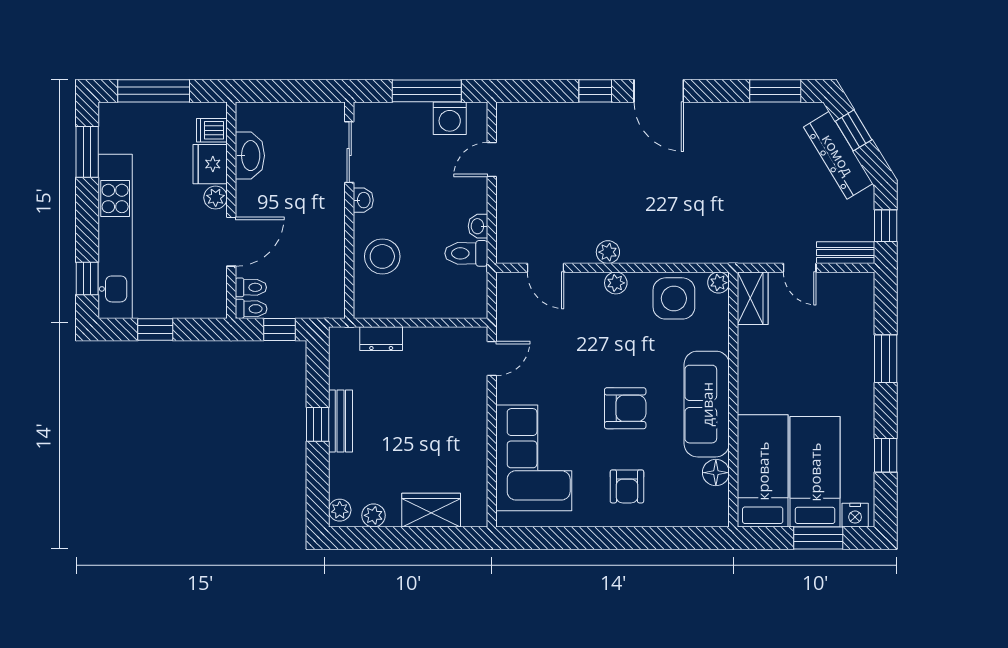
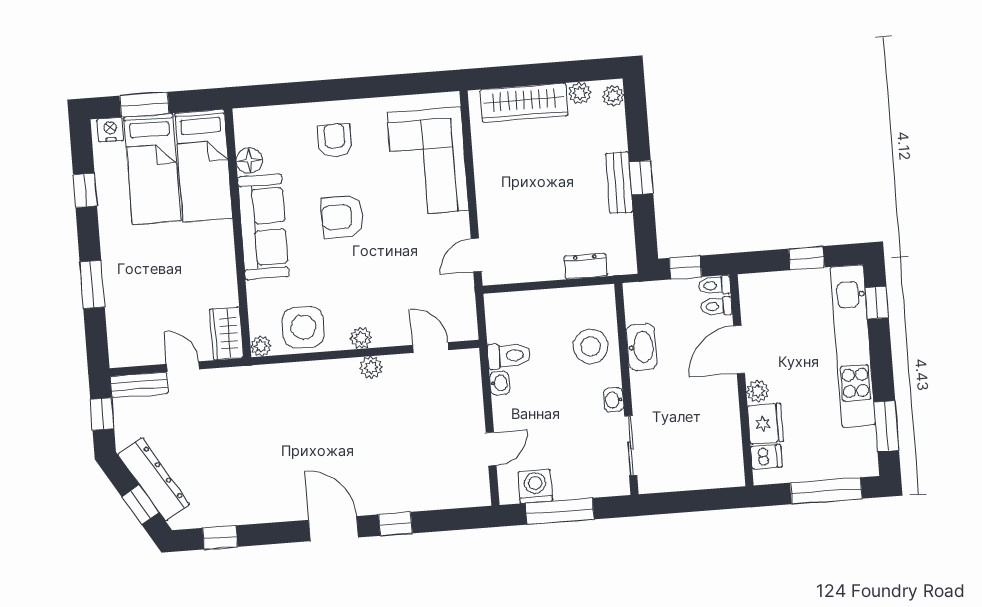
window: (775, 91) -> (220, 537), width x0.67
washbasin: (250, 156) -> (641, 347), moved, turned 180
wardrobe: (431, 510) -> (524, 103), width x1.50

